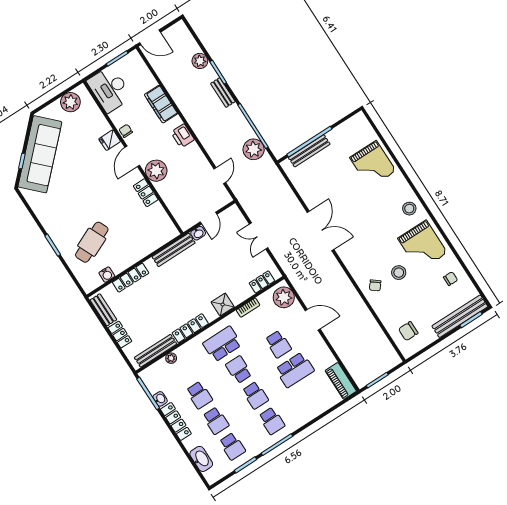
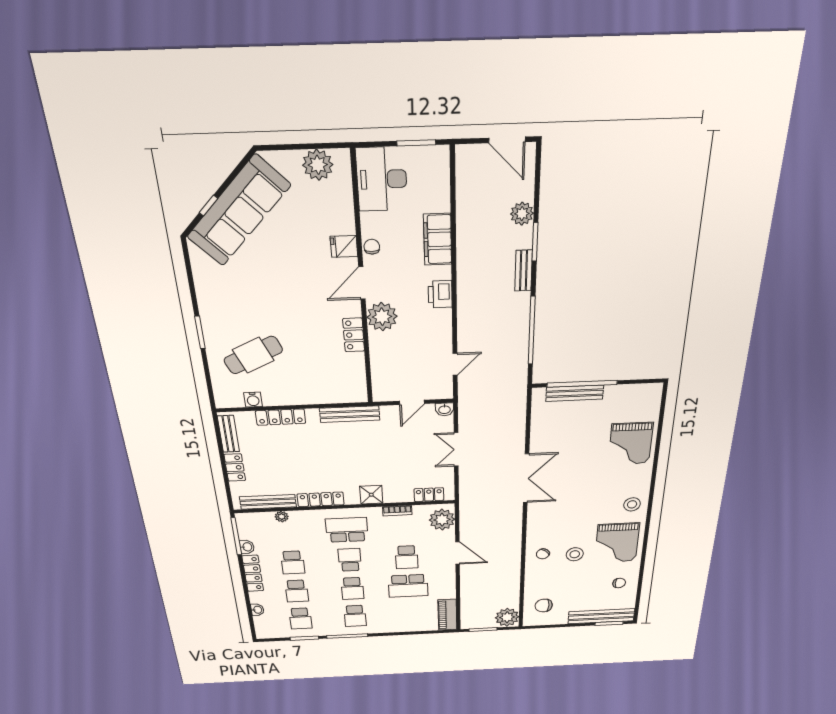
door: (150, 37) -> (507, 140), moved
plant: (254, 149) -> (507, 617), moved
washbasin: (198, 233) -> (445, 409), moved
washbasin: (201, 459) -> (257, 610), width x0.52, depth x0.69

